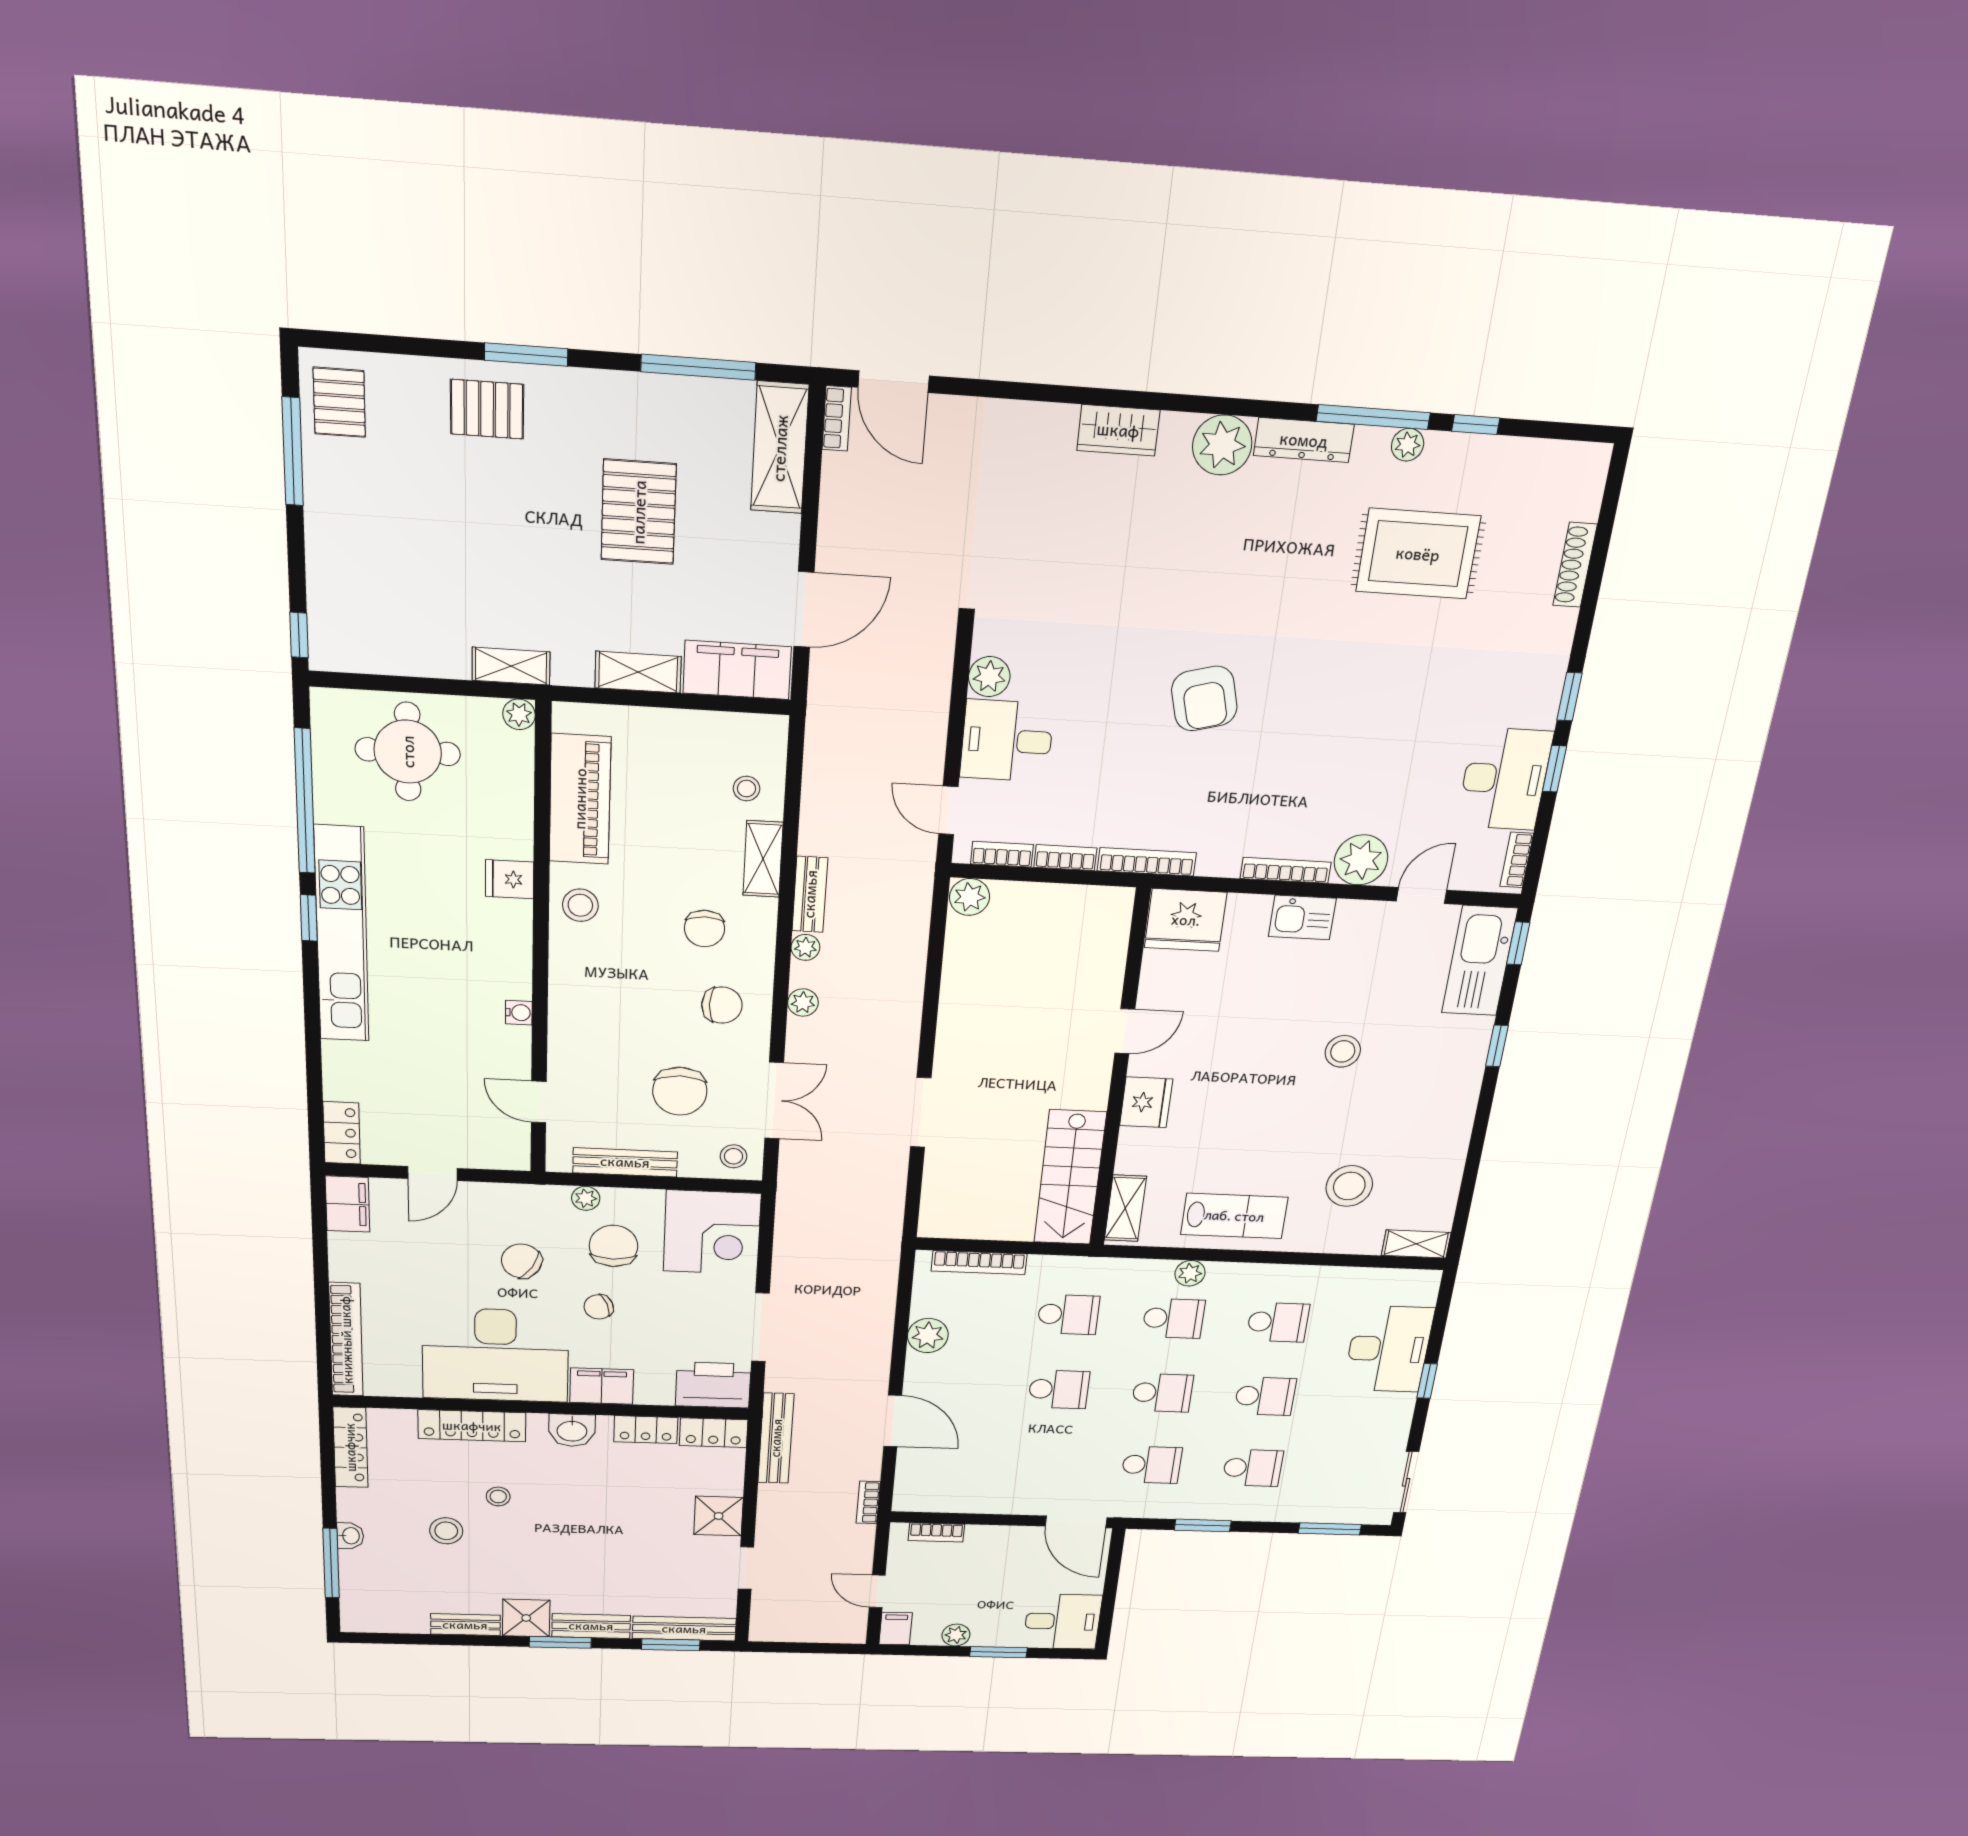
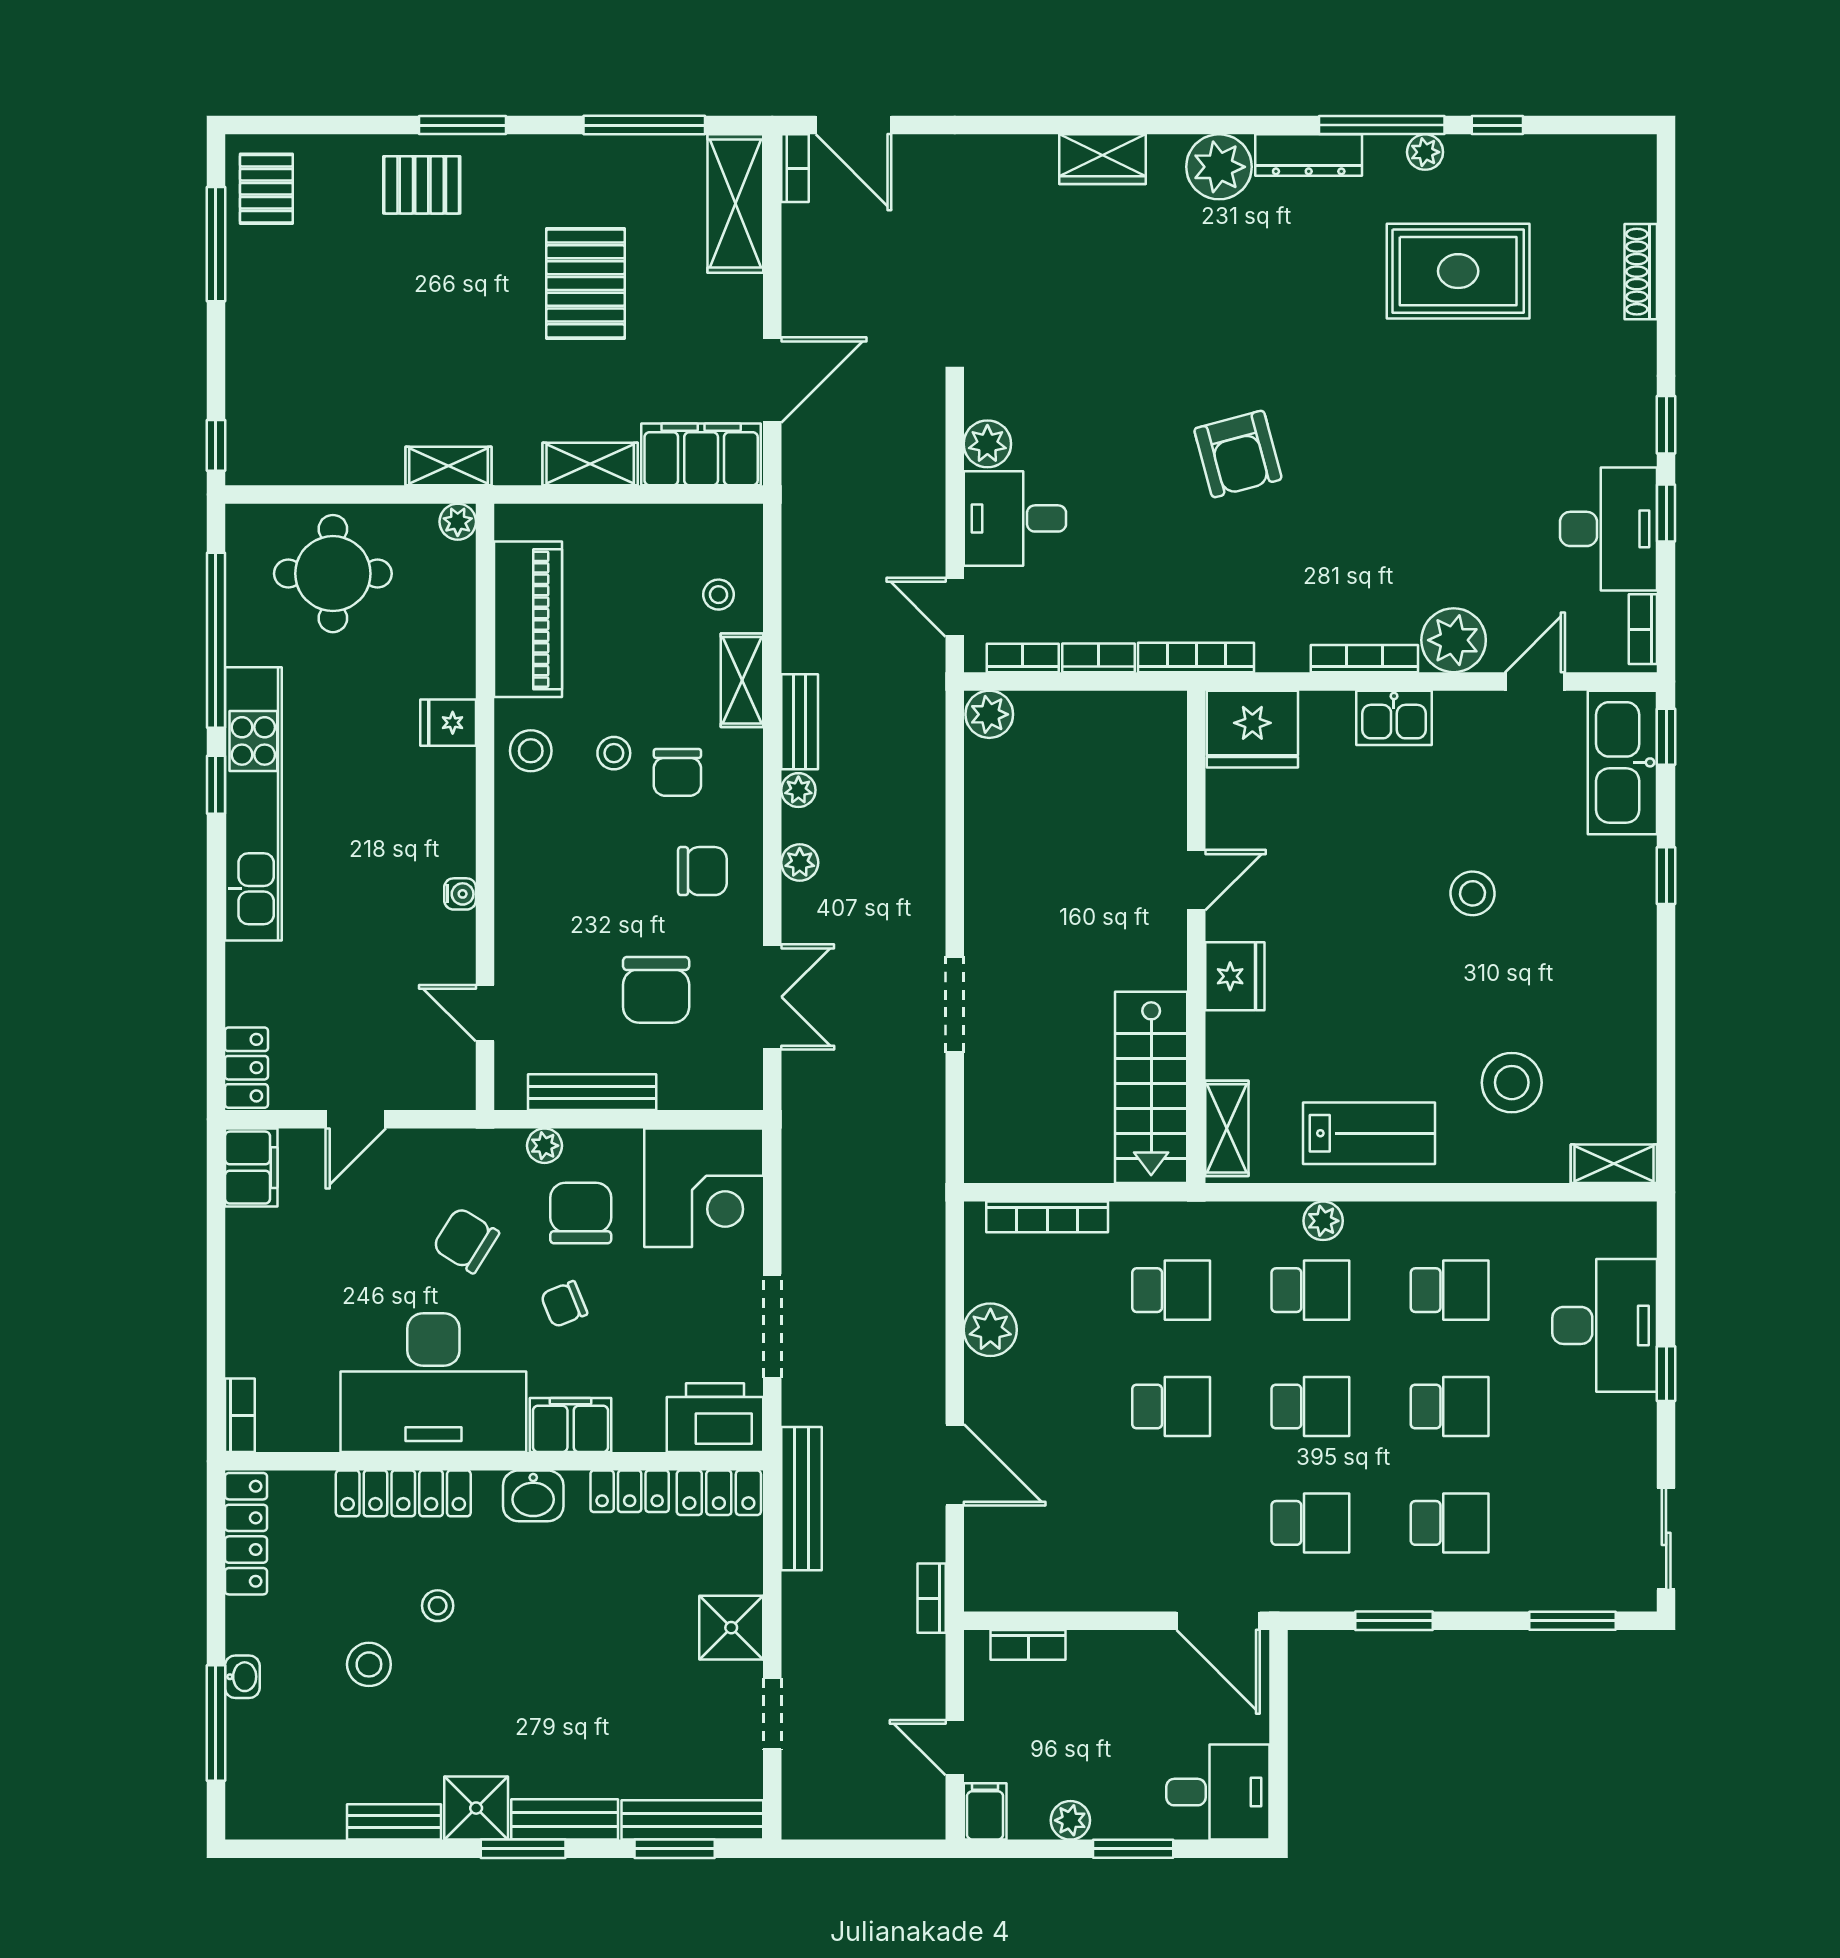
stool: (734, 1156) -> (614, 753), moved
bookcase: (346, 1340) -> (240, 1415), width x0.43, depth x0.76

